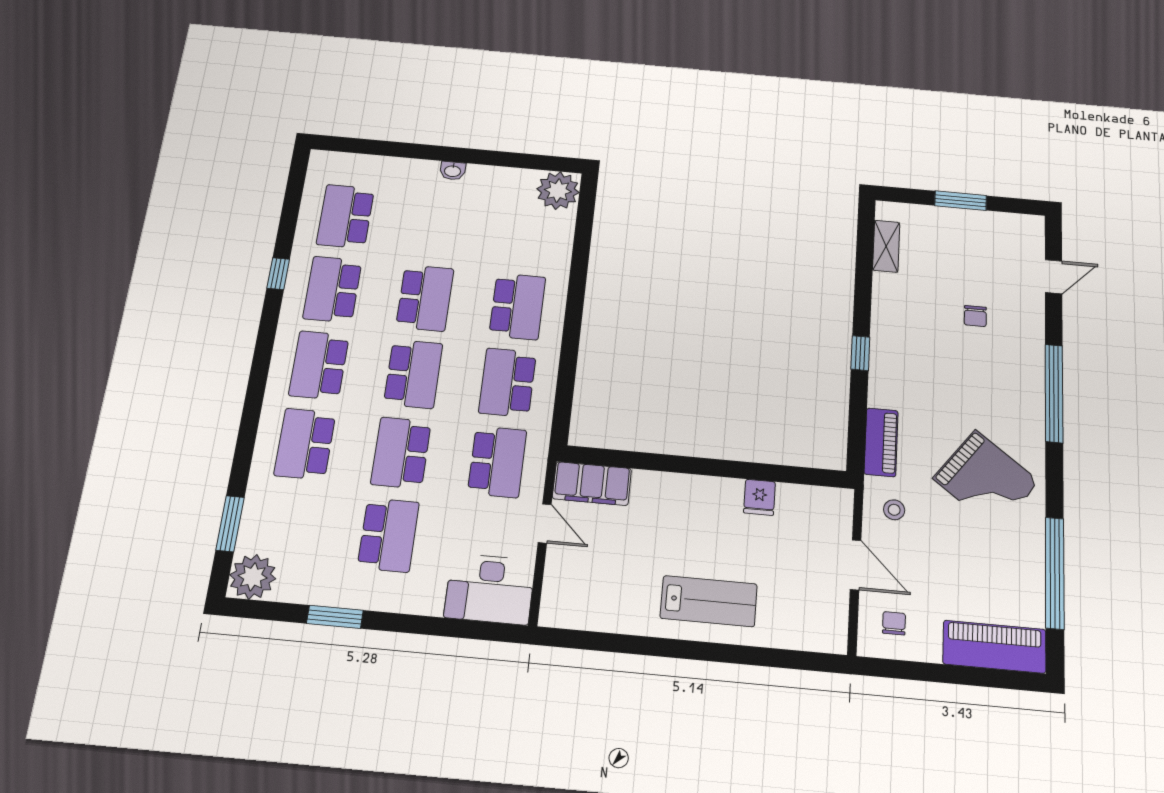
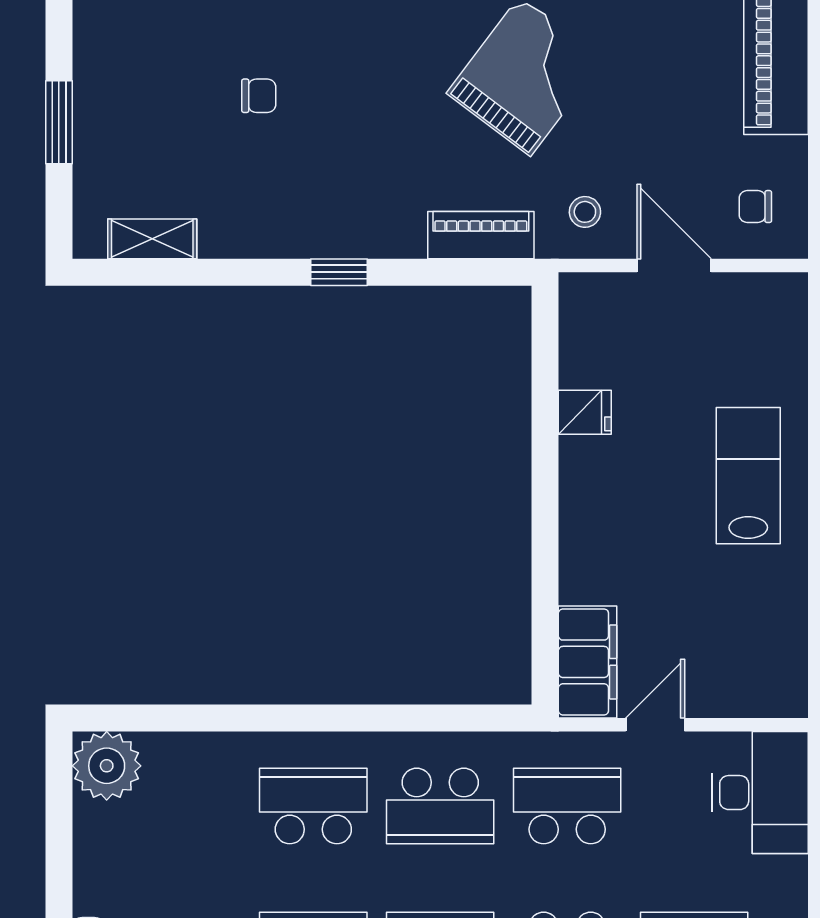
door: (856, 565) -> (674, 265), hinge flipped

